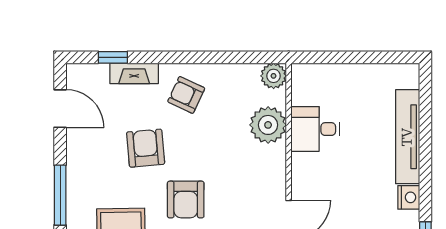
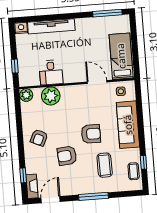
window: (333, 57) -> (15, 66), added
fireplace: (134, 73) -> (32, 186), moved
nightstand: (409, 197) -> (21, 28), moved

